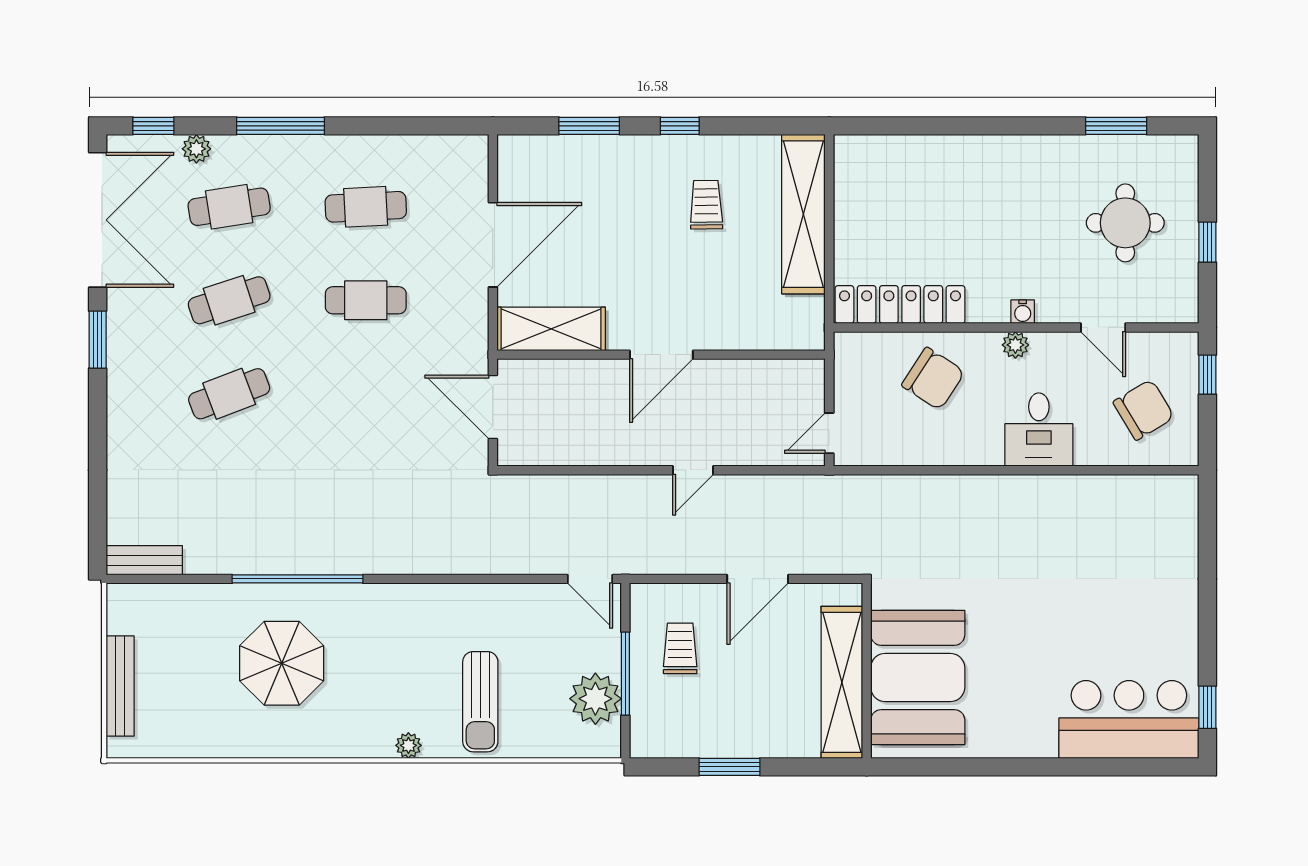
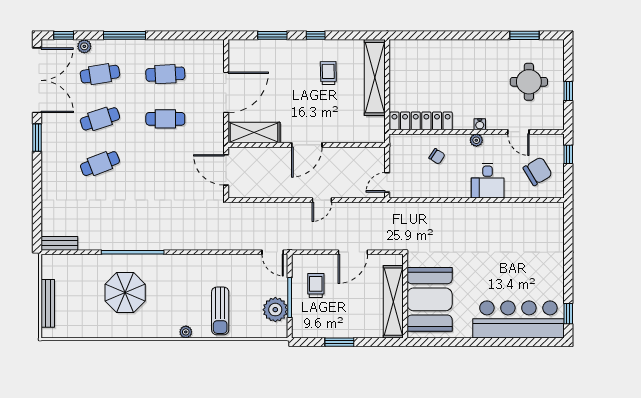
chair: (933, 379) -> (437, 156), width x0.54, depth x0.54
bar counter: (1129, 719) -> (518, 319), width x1.36

